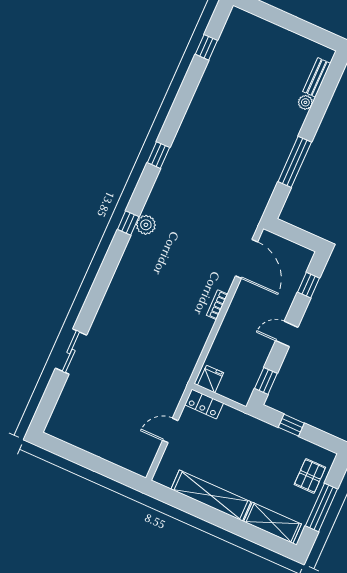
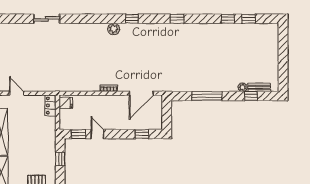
window: (192, 79) -> (228, 19), added
window: (324, 96) -> (251, 96), added
plant: (146, 225) -> (114, 29), moved
door: (287, 334) -> (97, 134), moved
door: (170, 430) -> (17, 93), moved

